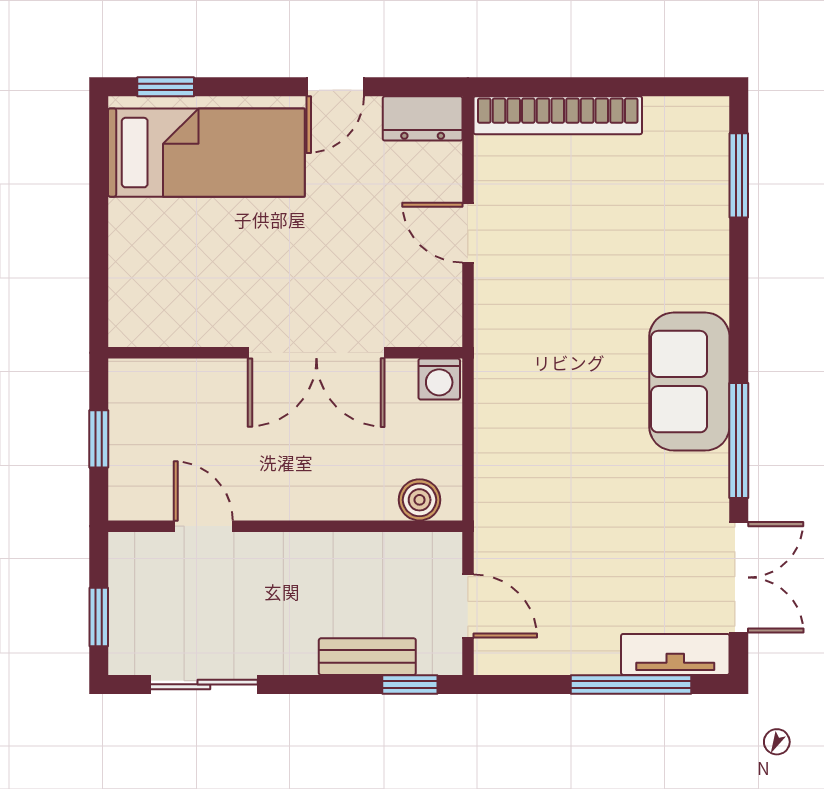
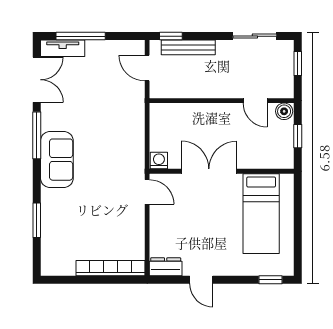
door: (335, 87) -> (201, 280), swing flipped
bed: (206, 153) -> (261, 214), moved, turned -90
window: (739, 175) -> (37, 220), moved
door: (468, 233) -> (147, 192), moved
boiler: (420, 500) -> (284, 111), moved
double door: (739, 577) -> (37, 80), swing flipped
bench: (367, 657) -> (188, 47), width x1.36

